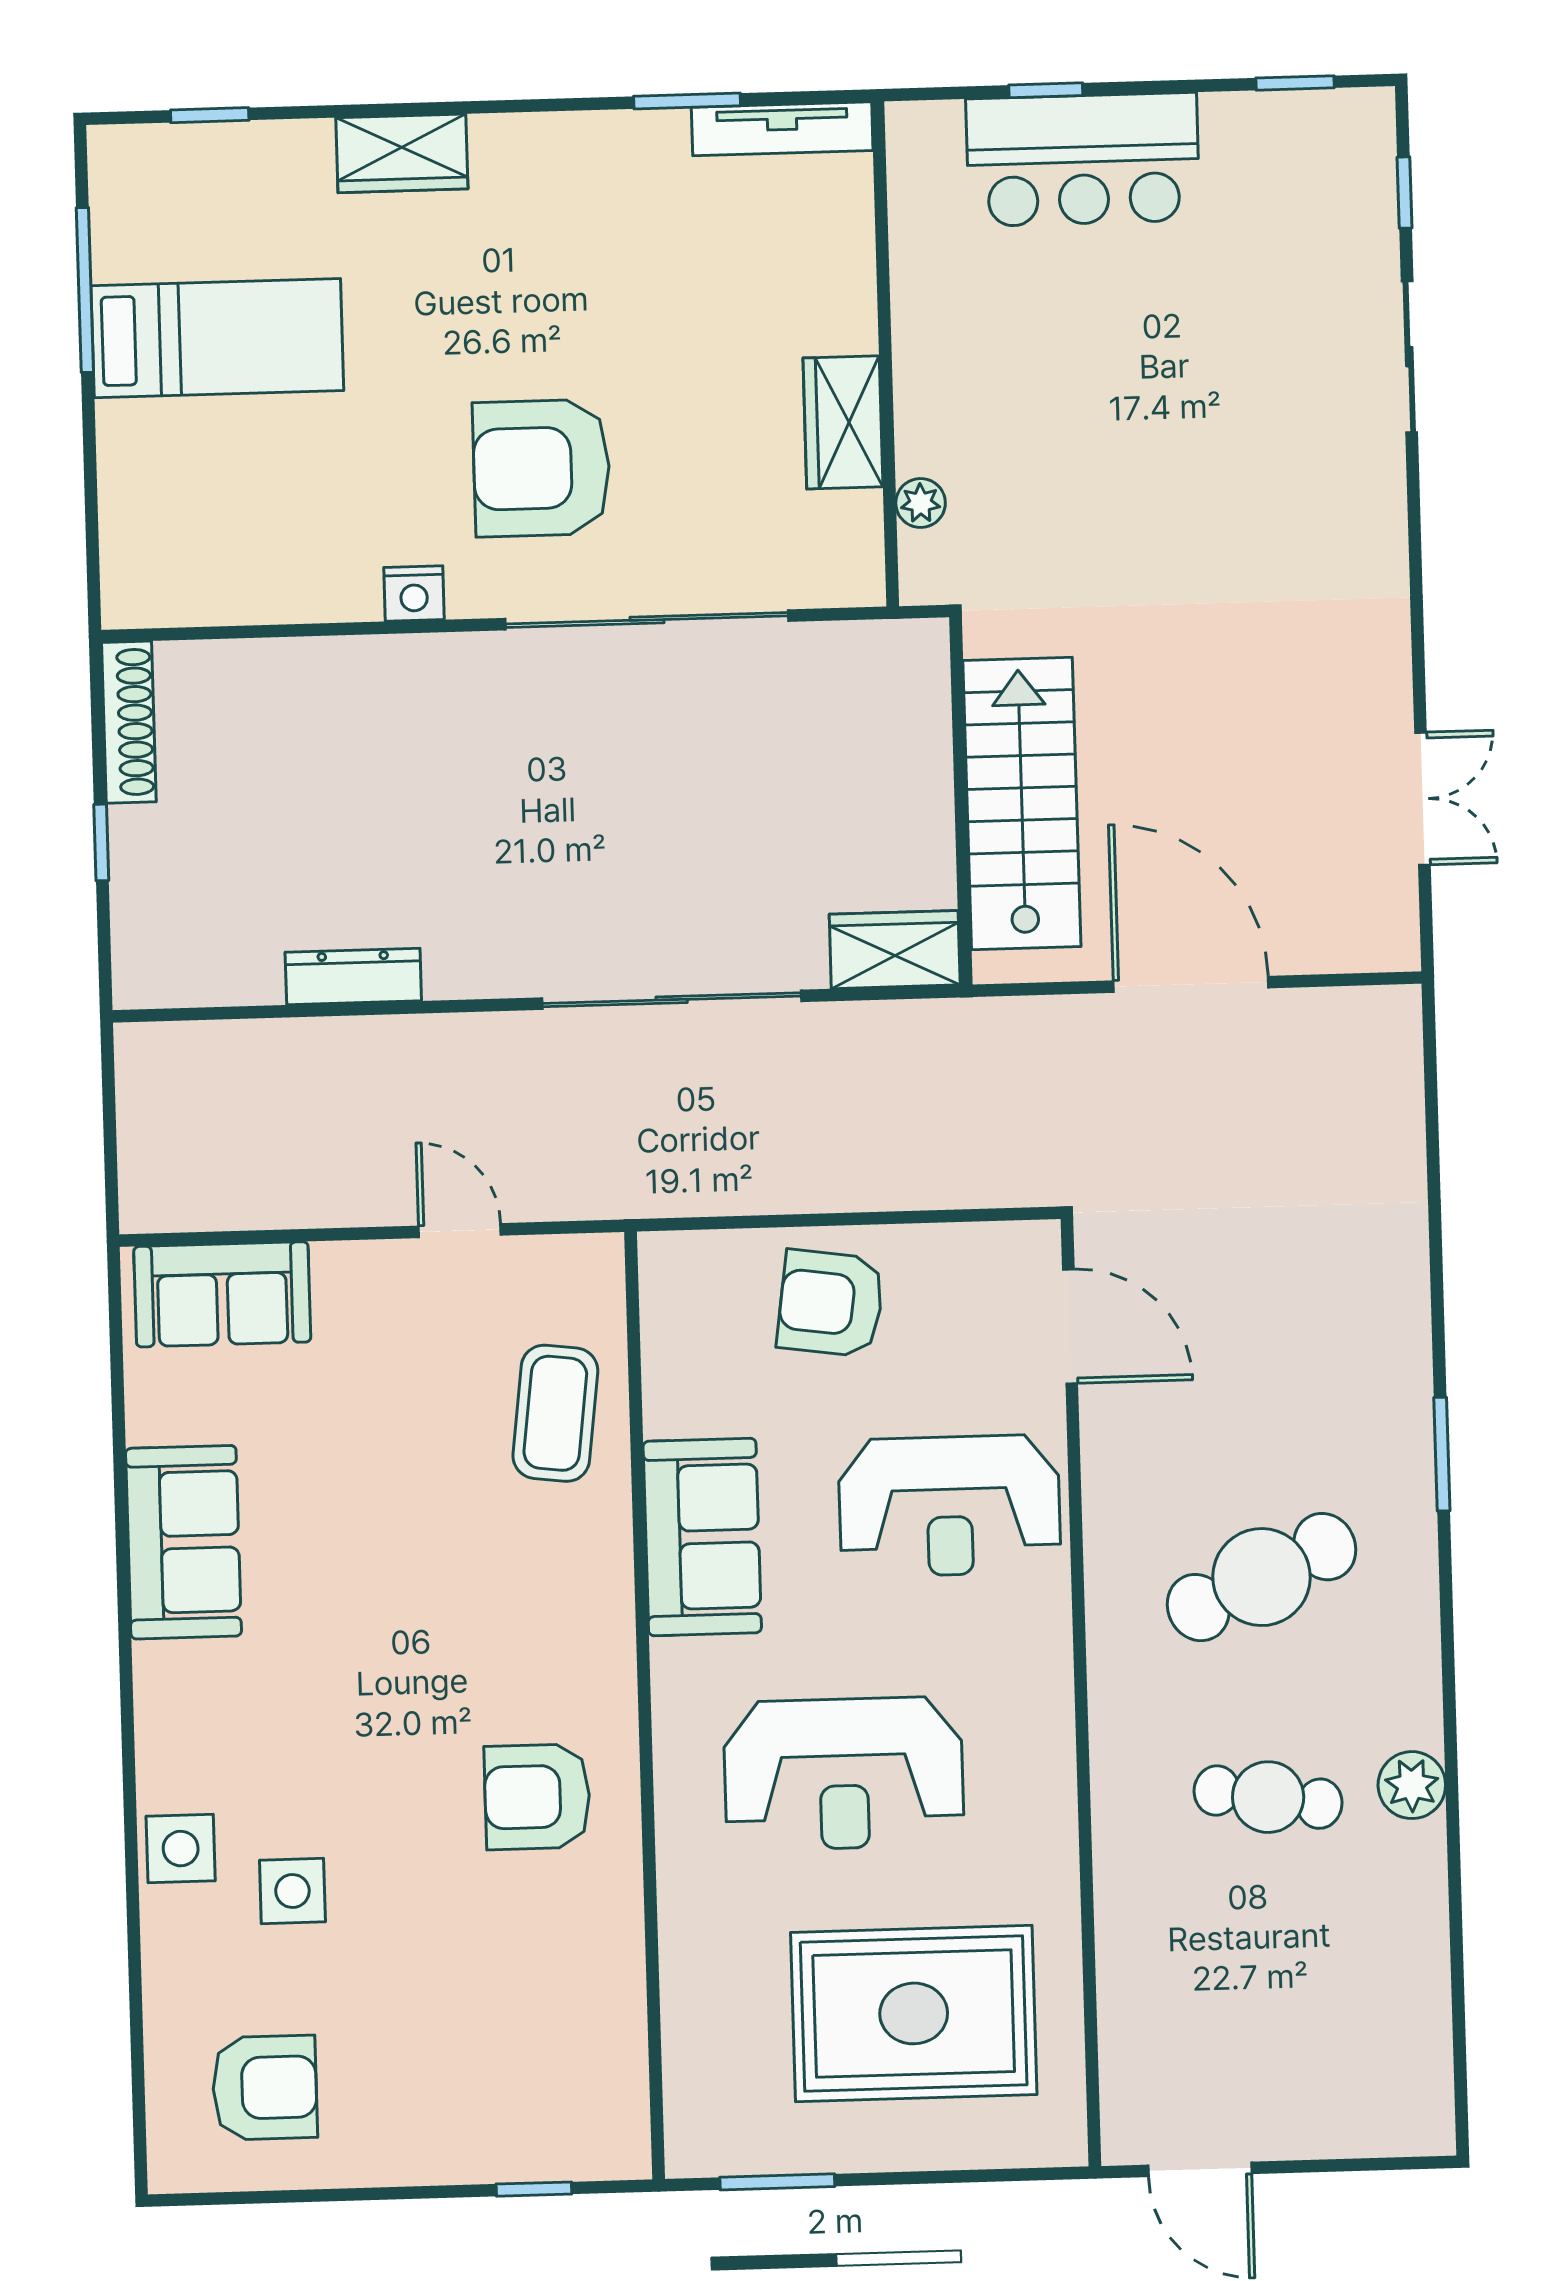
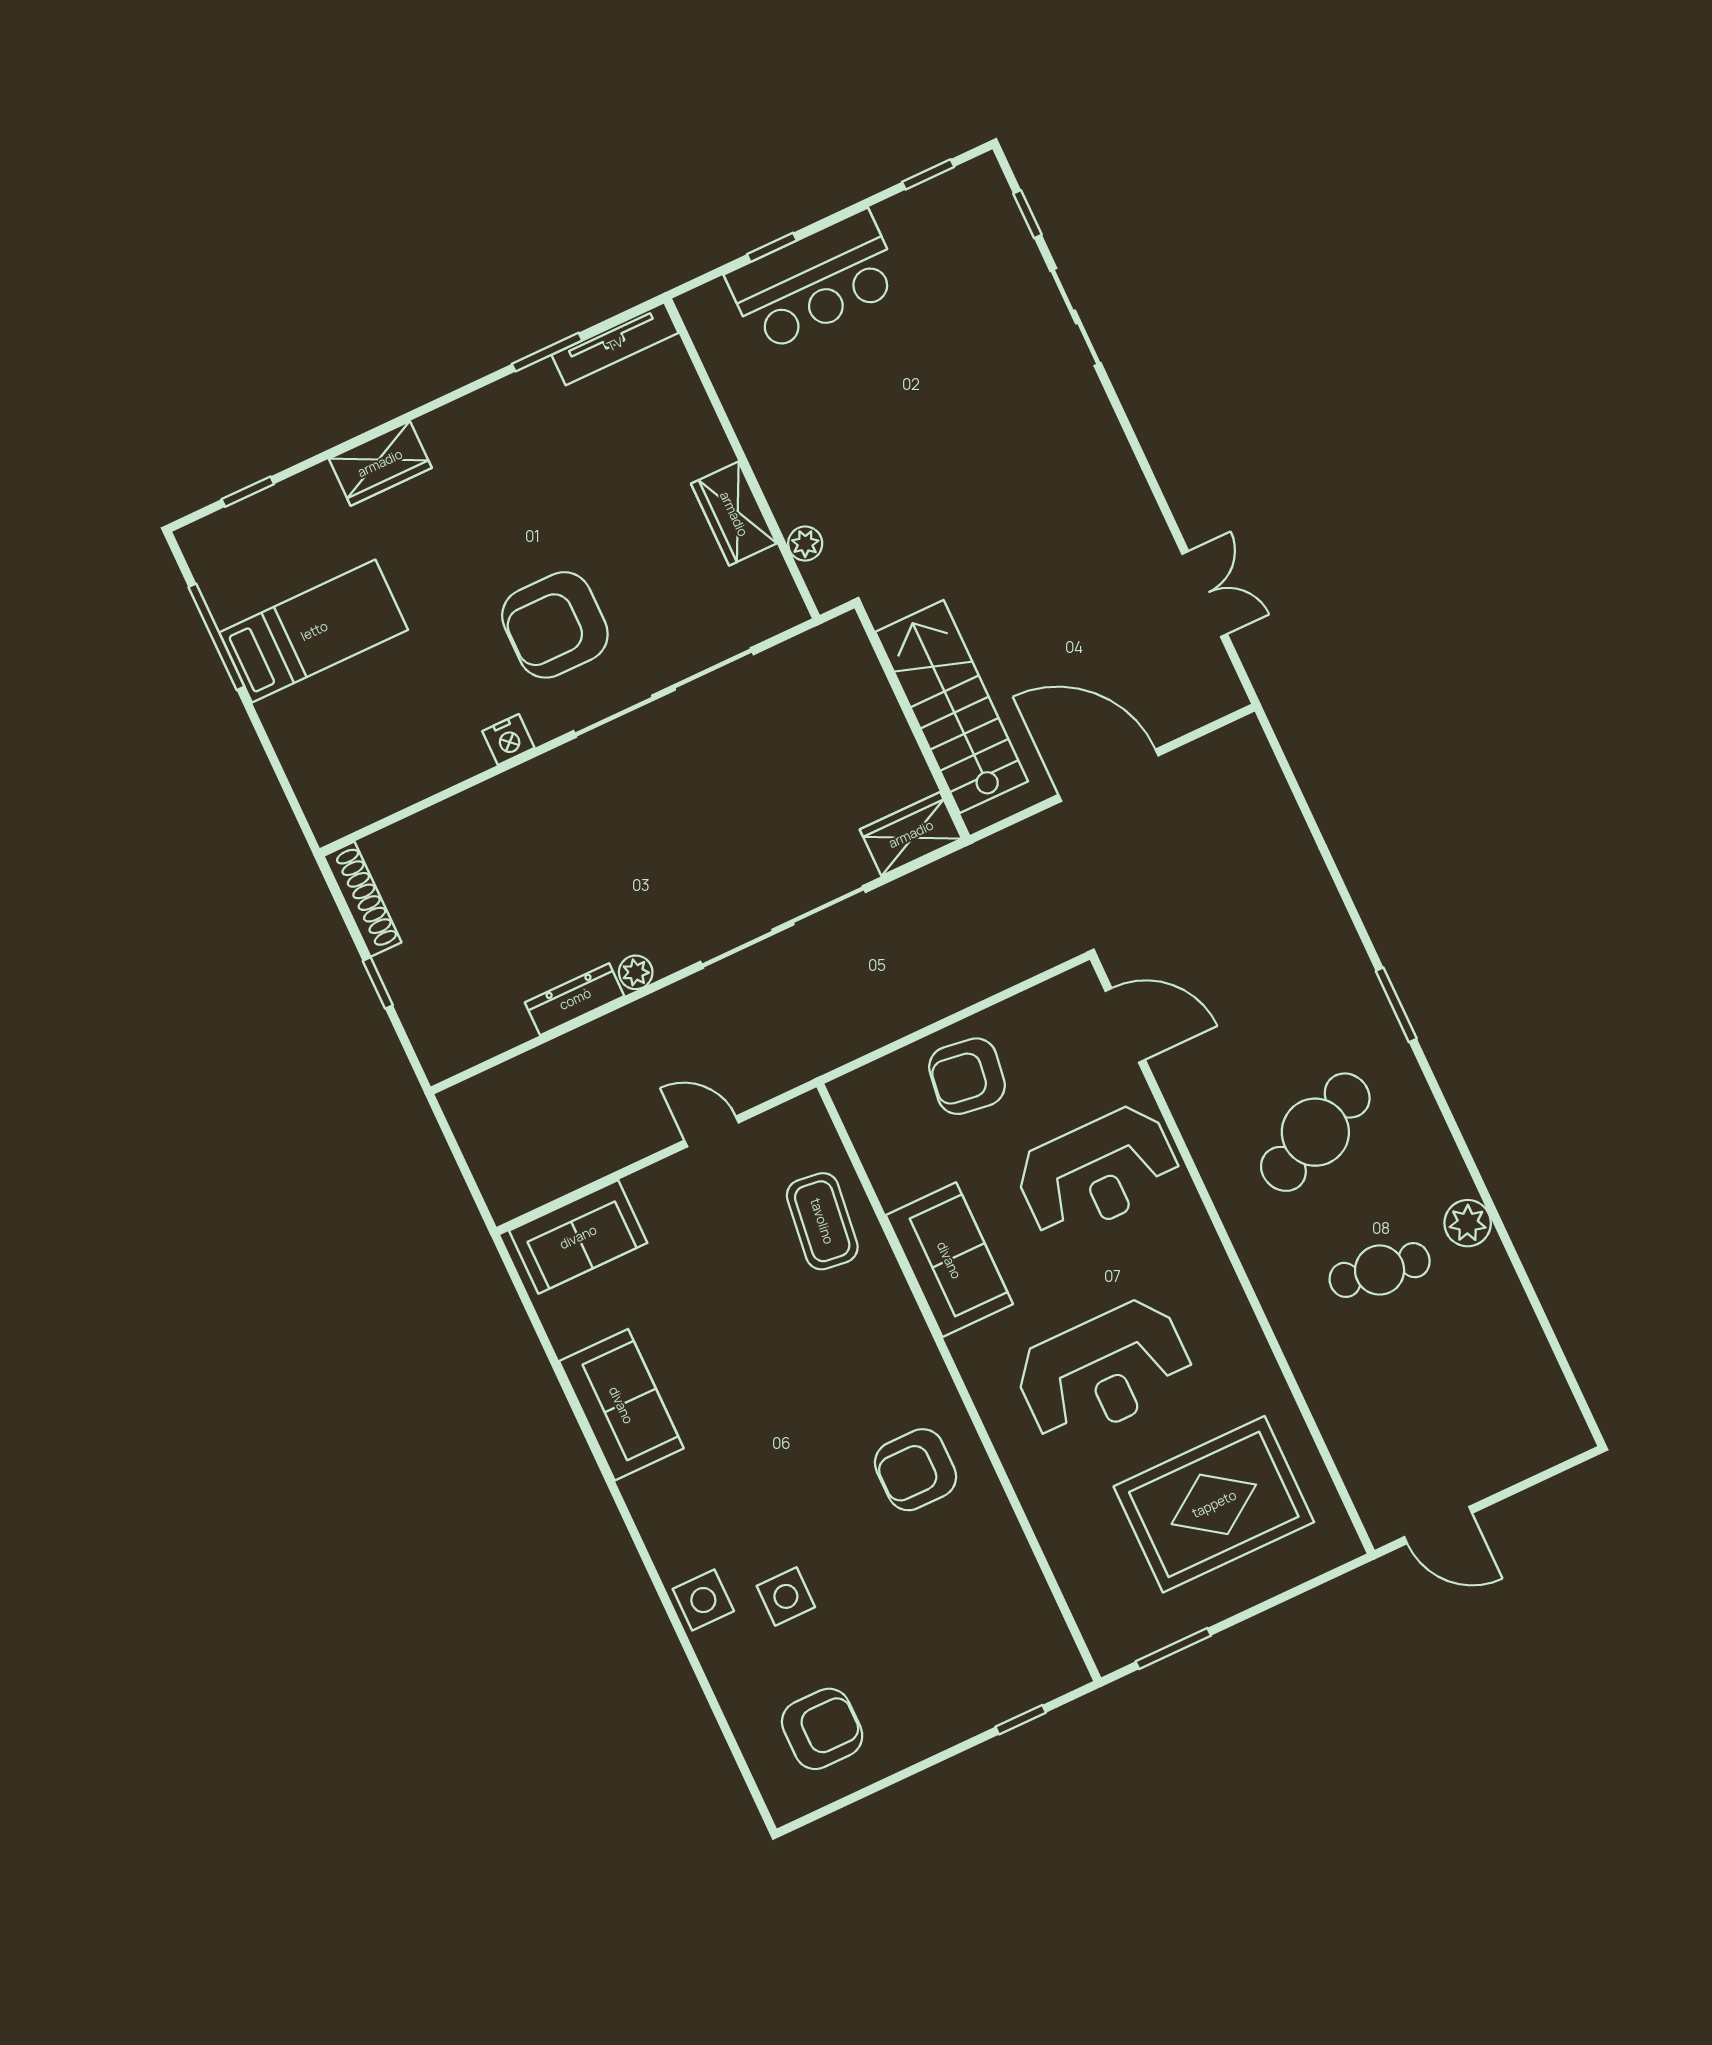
plant: (450, 976) -> (636, 972), added

